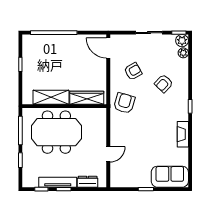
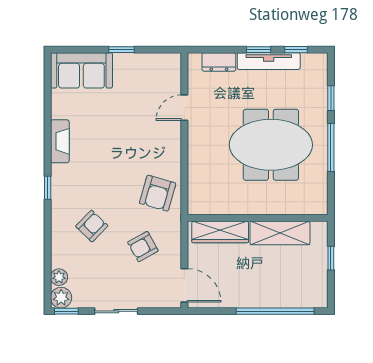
shelving: (51, 97) -> (280, 233), moved
wardrobe: (87, 98) -> (220, 232), moved
wall: (64, 106) -> (258, 218), moved

